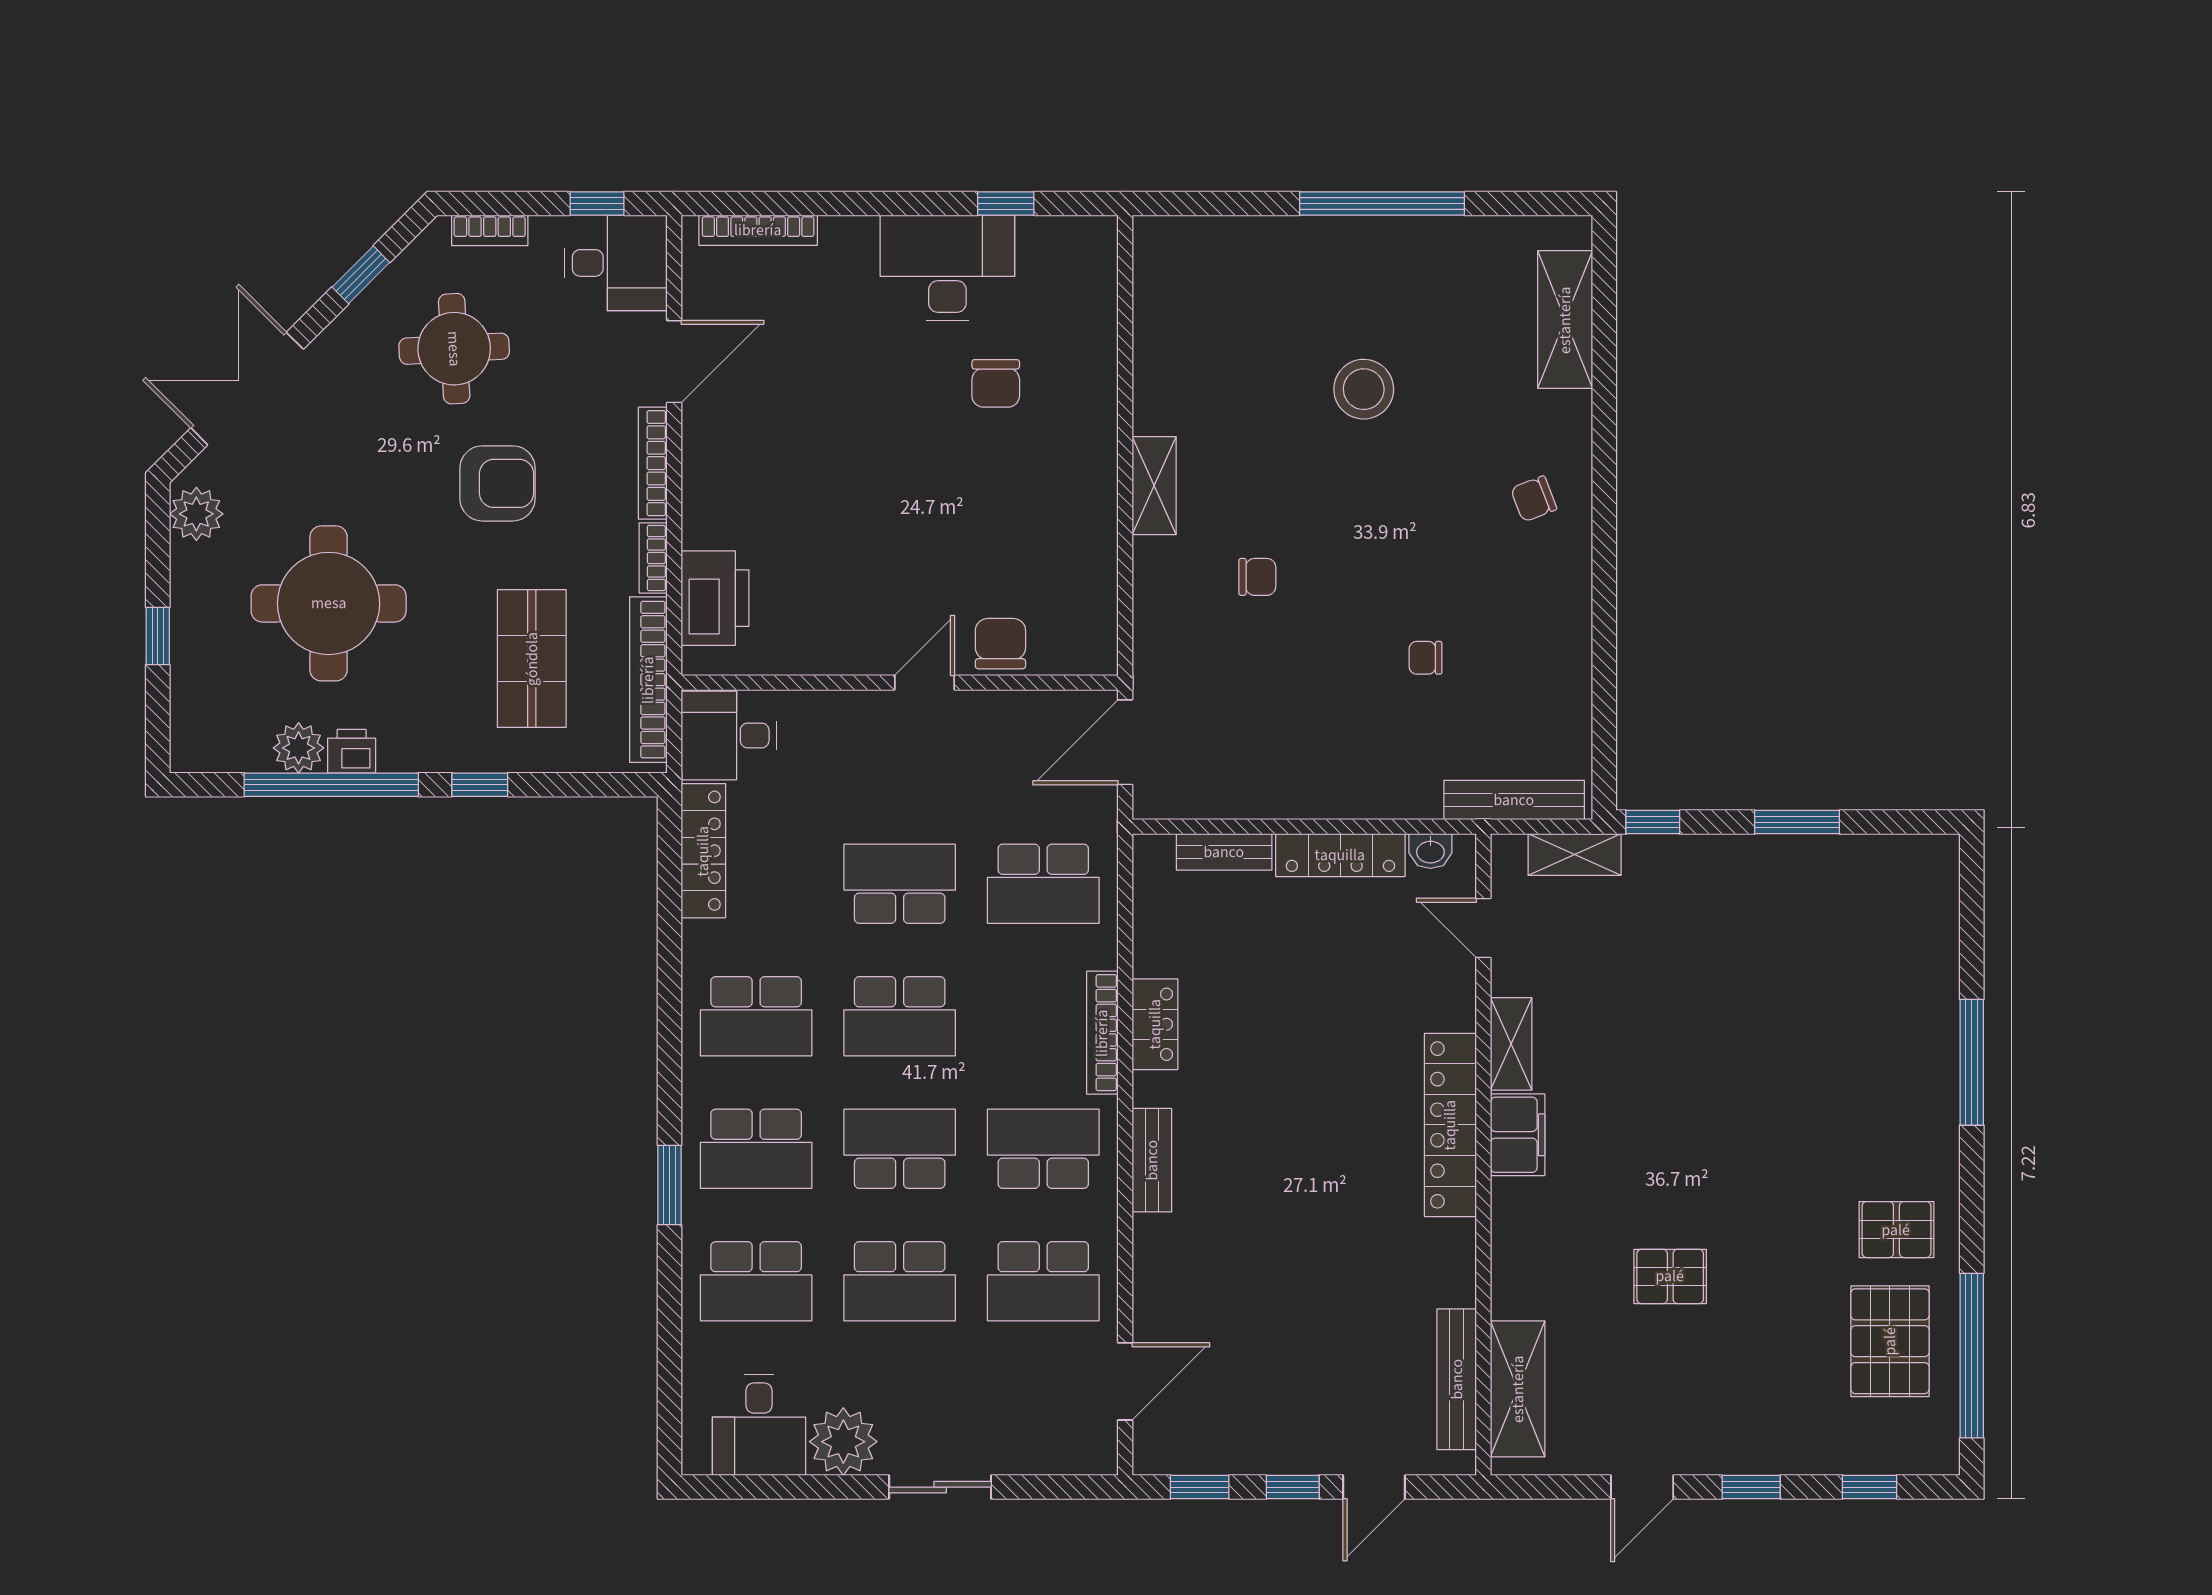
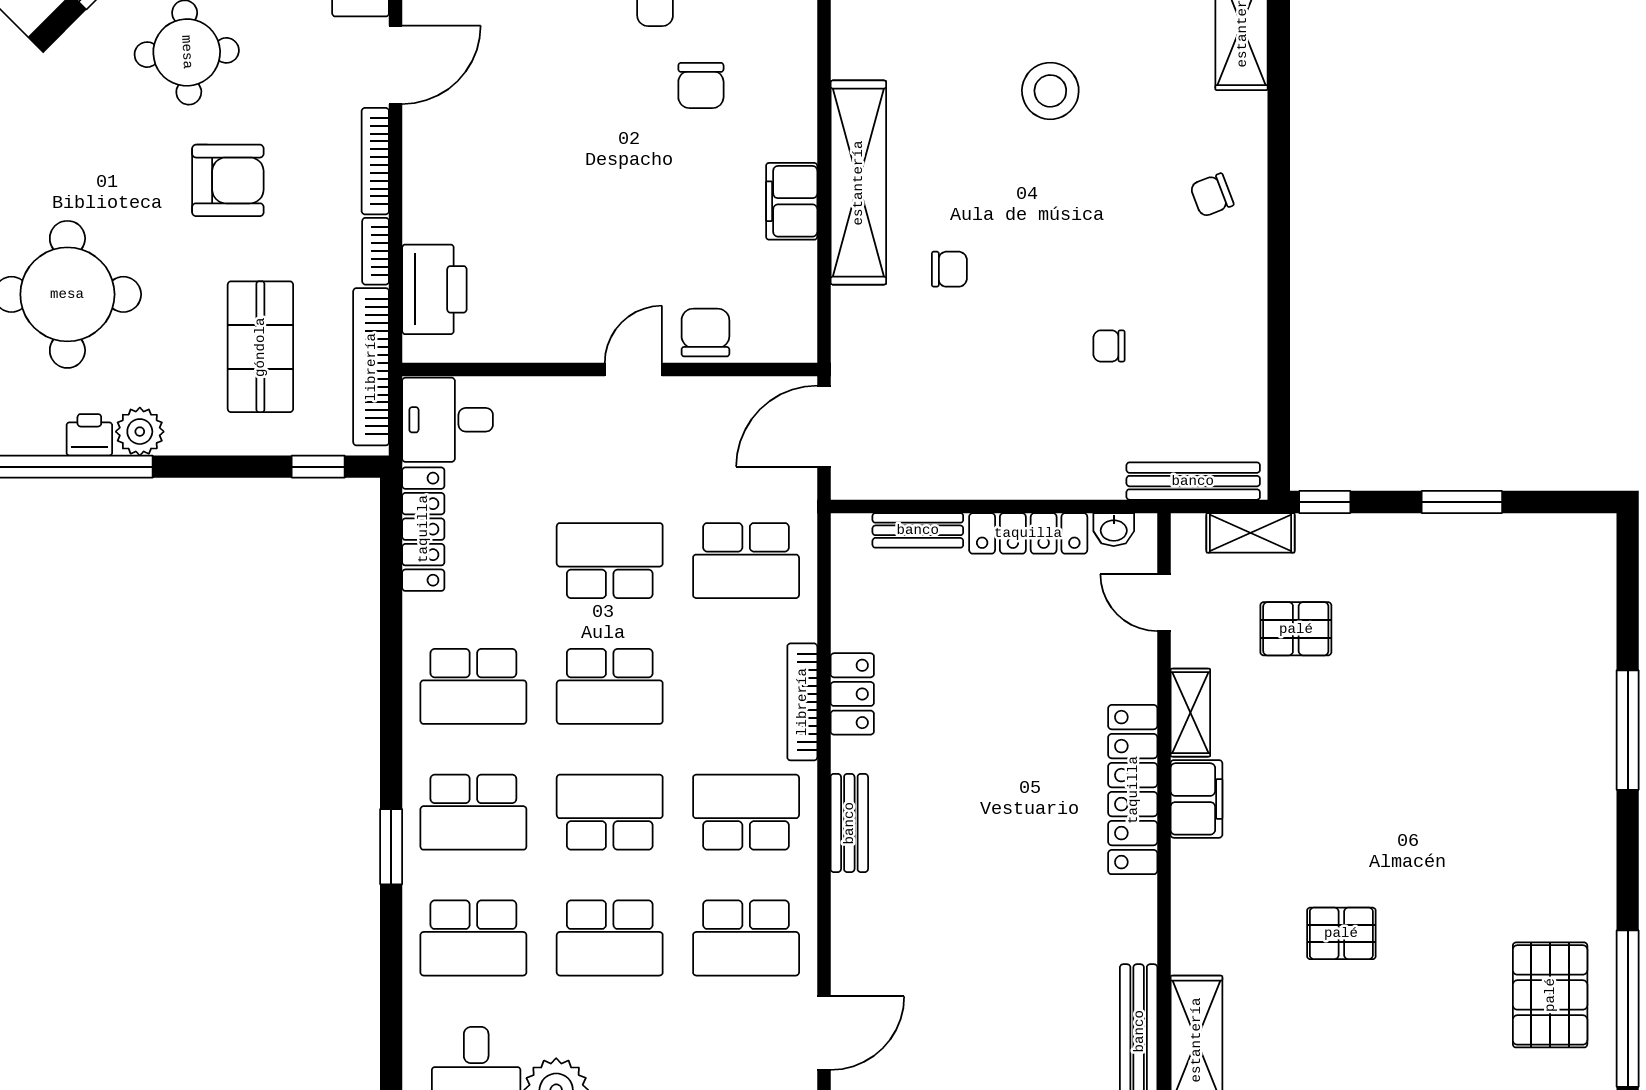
shelving: (1154, 486) -> (858, 183), width x2.20, depth x1.33
filing cabinet: (1091, 505) -> (792, 201), added
plant: (299, 748) -> (140, 432), moved
window: (480, 785) -> (318, 467), moved
pallet: (1896, 1230) -> (1296, 629), moved

